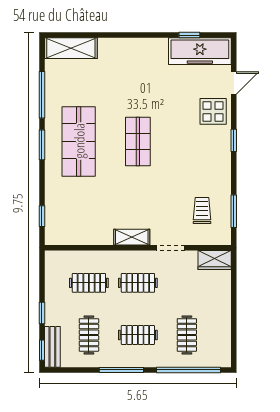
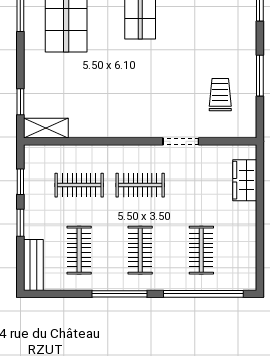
window: (234, 211) -> (260, 76), moved
shelving: (132, 237) -> (46, 128), moved
wardrobe: (215, 260) -> (245, 180), moved, turned 90
clothes rail: (138, 335) -> (140, 250), turned 90
window: (42, 350) -> (20, 182), moved

